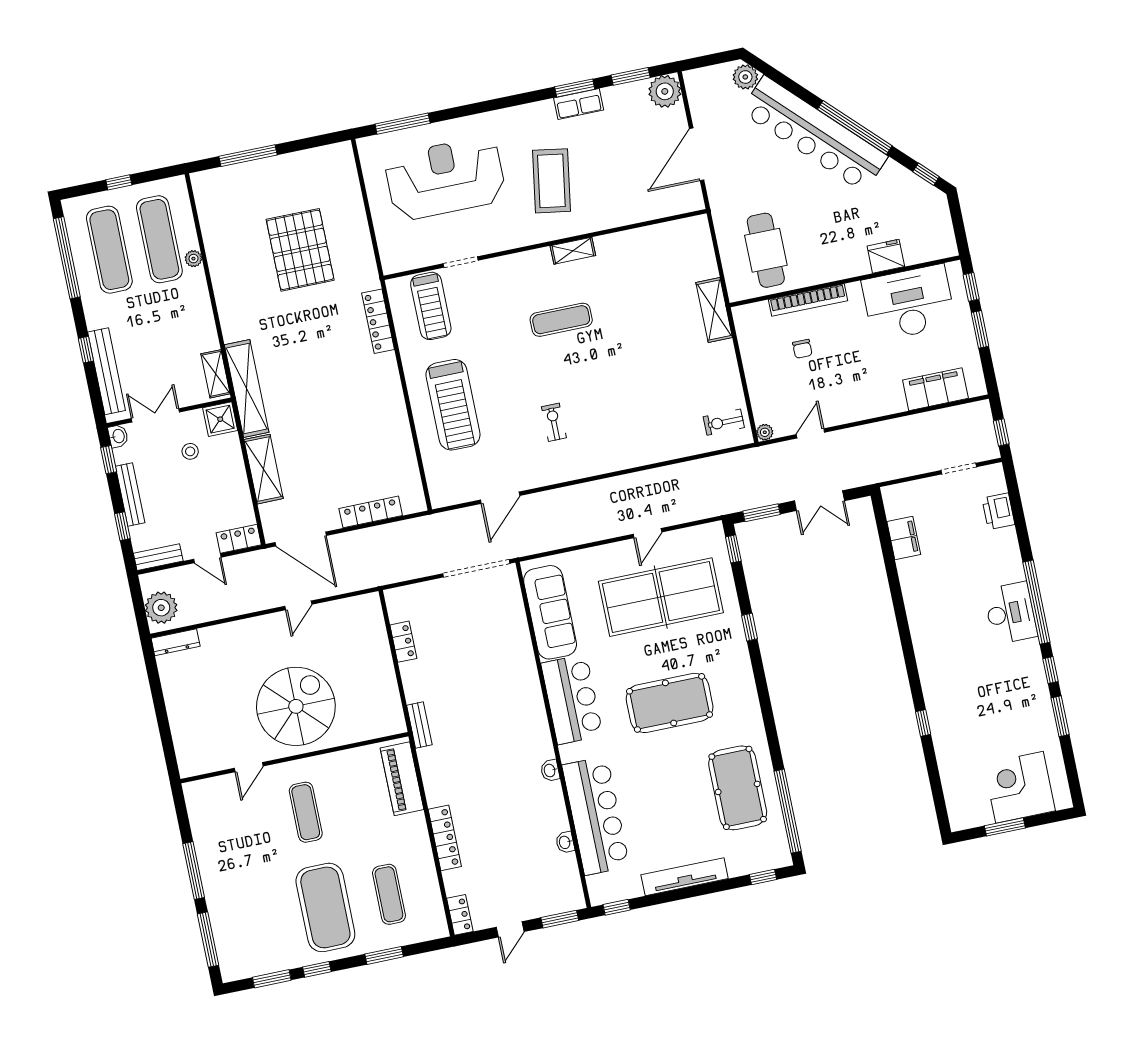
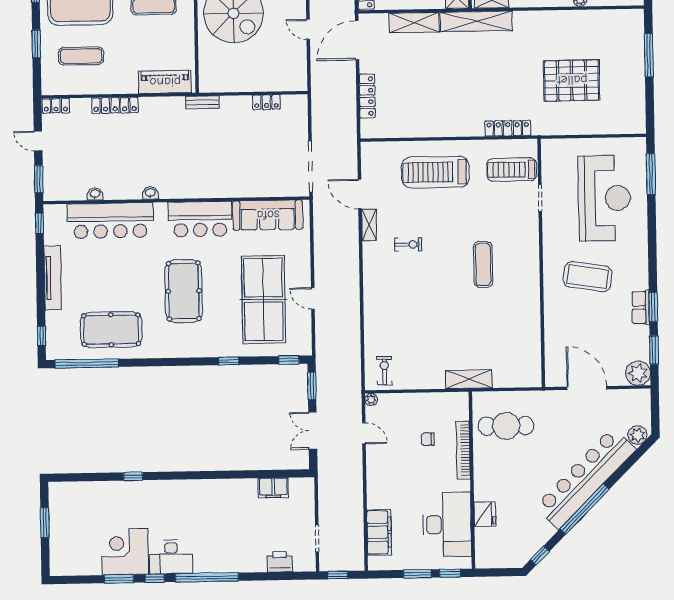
shelving: (573, 251) -> (369, 225), moved
desk: (1010, 613) -> (171, 557), moved
corner desk: (1019, 787) -> (125, 552), moved, turned -90

